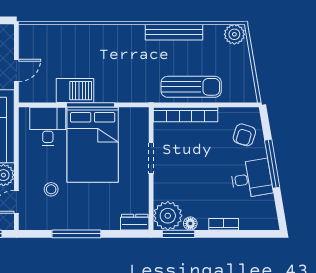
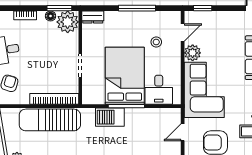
sun lounger: (191, 87) -> (50, 120), width x1.36, depth x1.34
barbecue: (75, 91) -> (110, 117), moved

